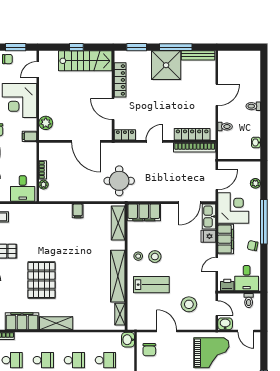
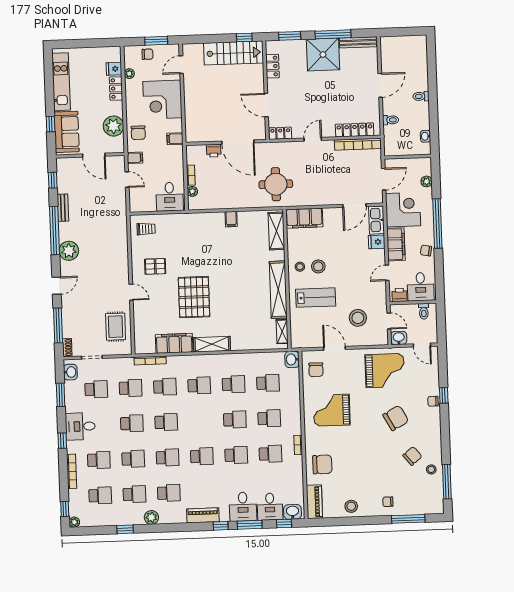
window: (76, 47) -> (244, 38), moved
locker: (120, 80) -> (272, 66), width x0.66
plant: (46, 123) -> (192, 123), removed
printer: (64, 148) -> (214, 151), added

